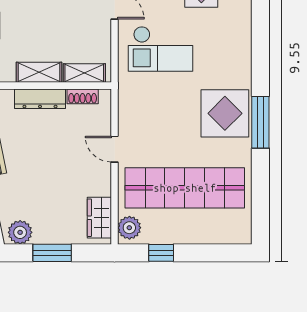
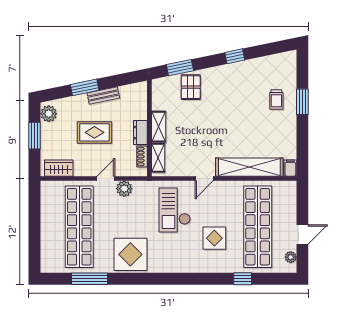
dresser: (40, 99) -> (140, 133), width x0.70
window: (260, 122) -> (89, 279), moved
rug: (47, 166) -> (94, 132), added
plant: (129, 228) -> (124, 189), moved
window: (161, 253) -> (35, 211), removed

